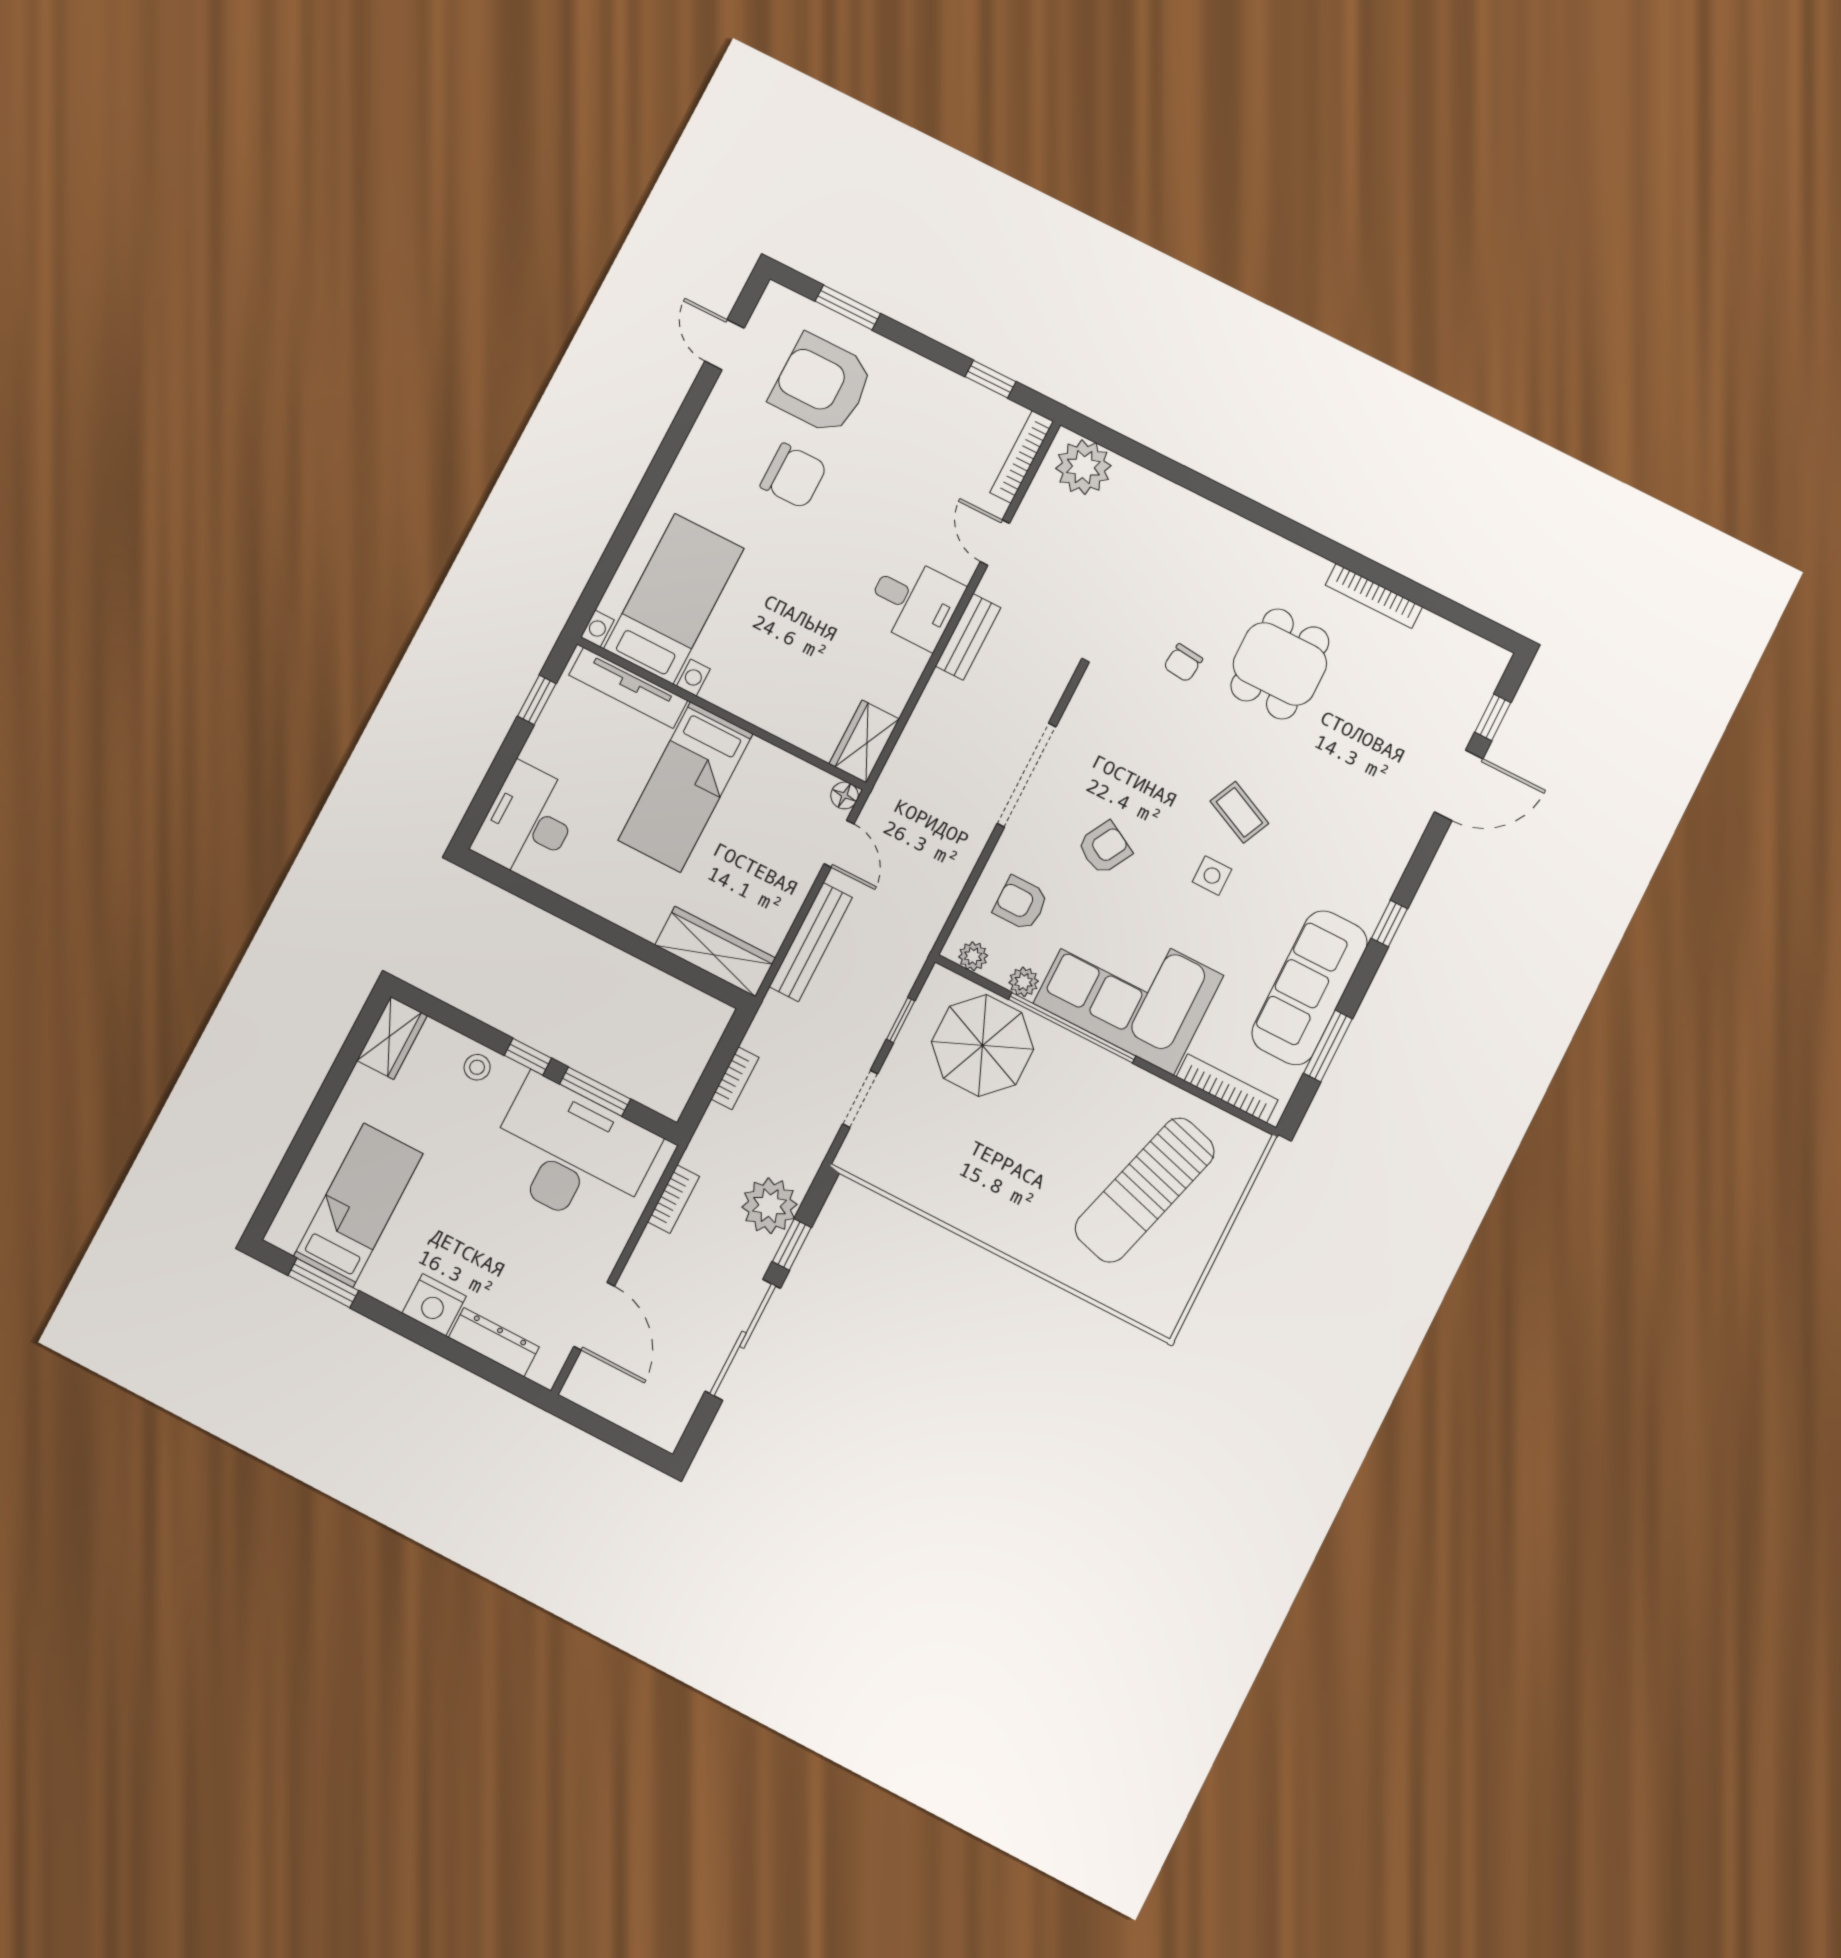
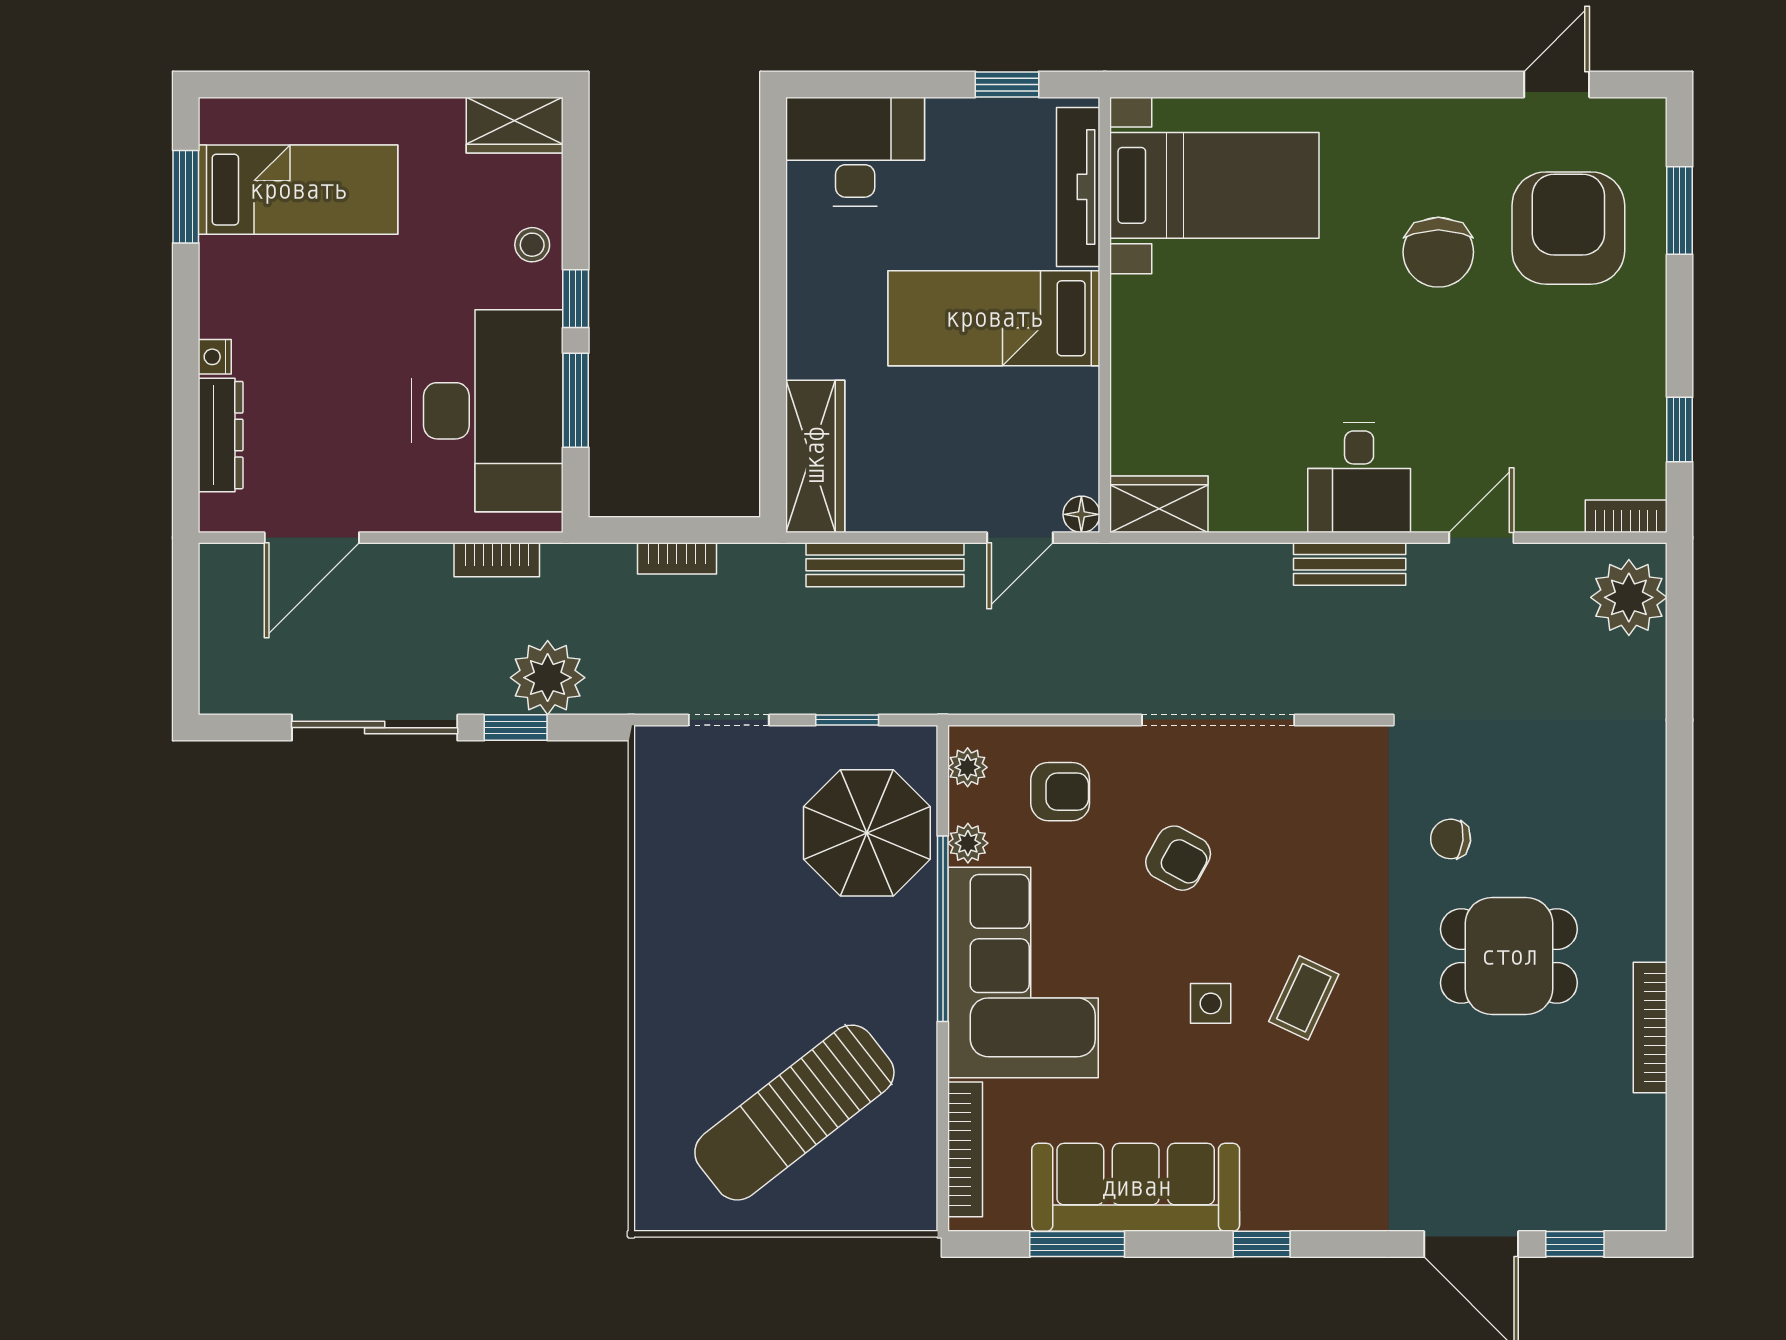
bookcase: (1022, 457) -> (1626, 516), width x0.64
armchair: (1021, 903) -> (1060, 792), turned 90
sun lounger: (1145, 1190) -> (794, 1113), turned -54
nightstand: (434, 1305) -> (215, 357), width x0.53, depth x0.56

